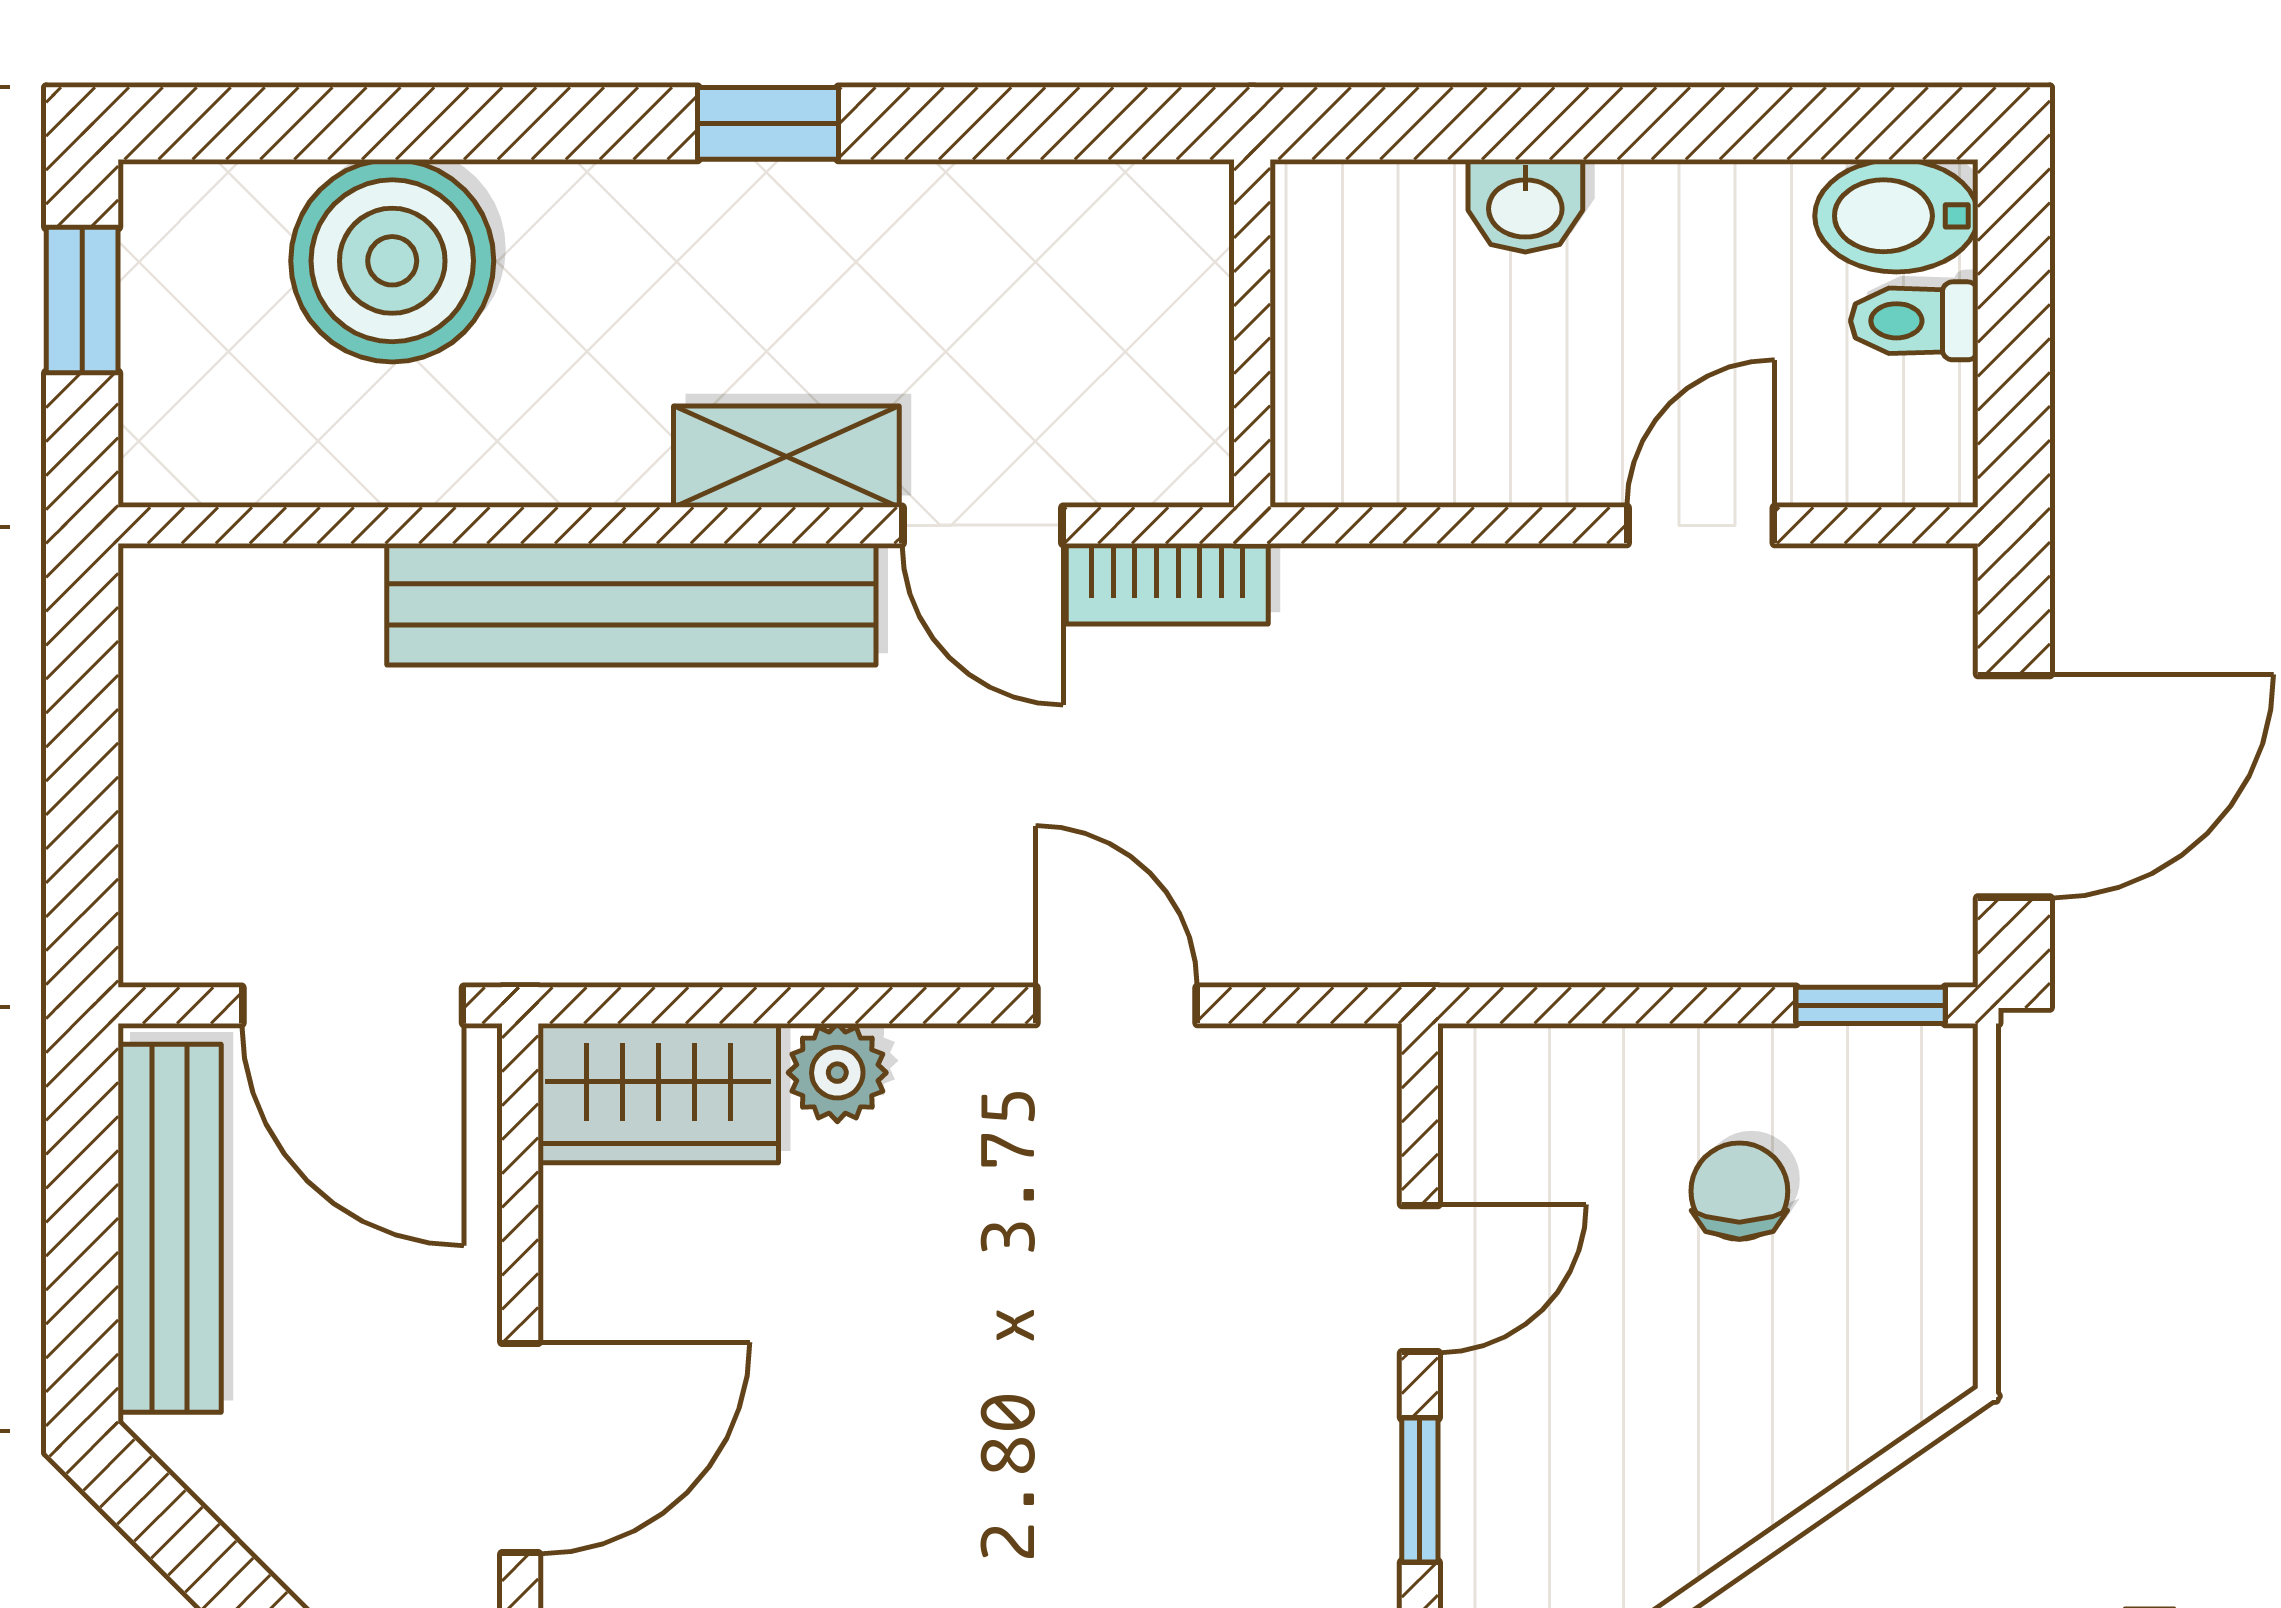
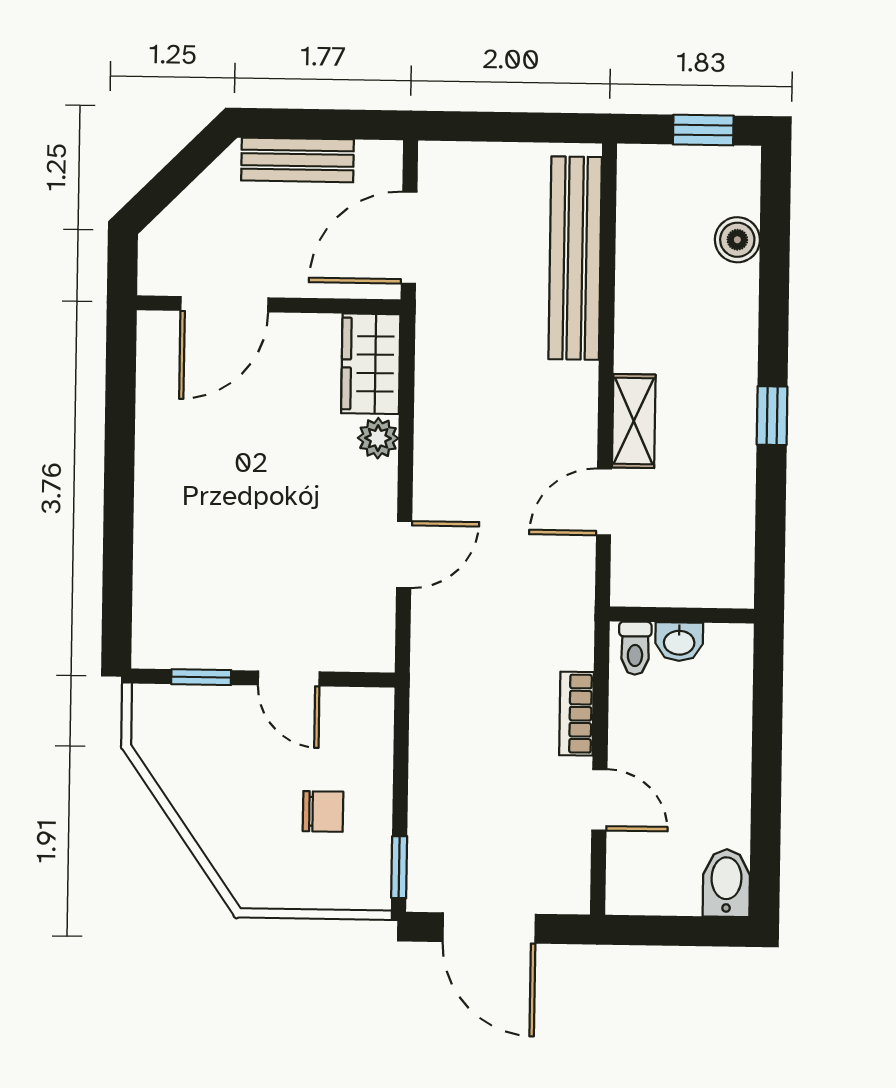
washbasin: (1525, 206) -> (679, 642), moved, turned -90
boiler: (392, 261) -> (737, 240), width x0.54, depth x0.54
toilet: (1914, 321) -> (635, 648), moved, turned 180
bookcase: (1167, 584) -> (576, 714), moved
bench: (631, 604) -> (575, 258), moved
bench: (170, 1228) -> (297, 160), width x0.73
door: (520, 1448) -> (224, 304), hinge flipped

